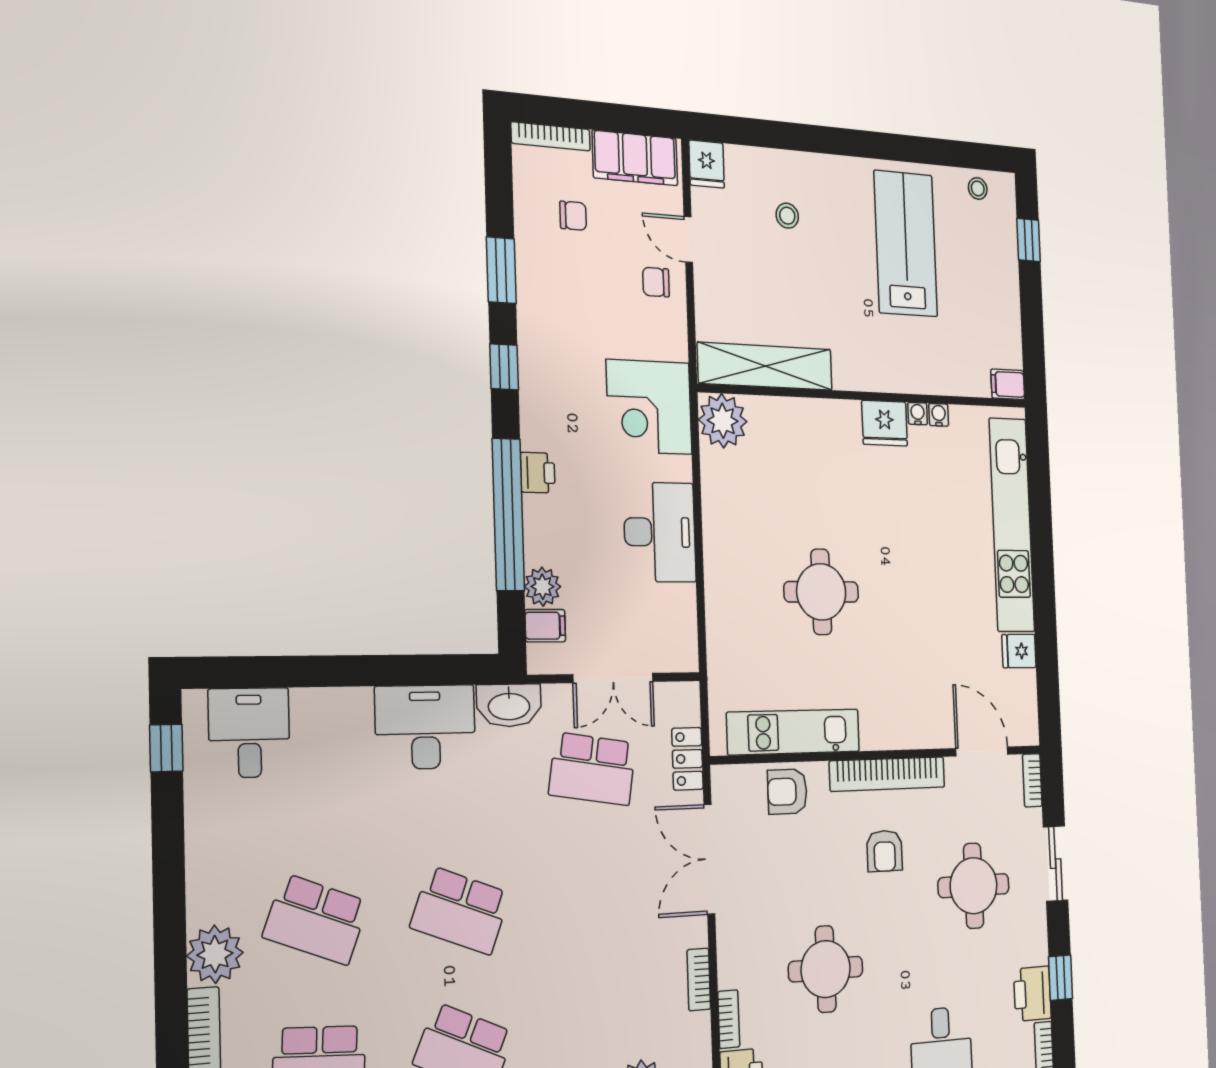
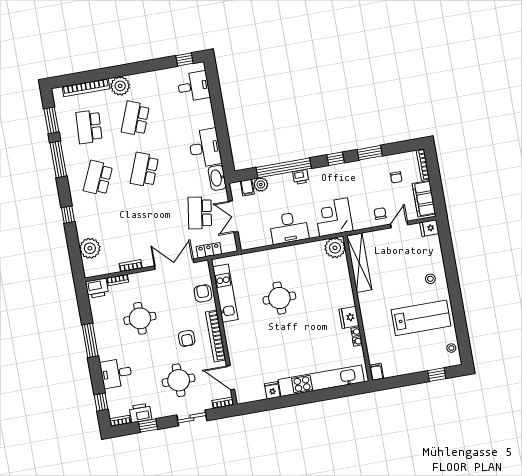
stool: (787, 216) -> (430, 279), moved
door: (982, 751) -> (230, 378), swing flipped
armchair: (885, 851) -> (187, 338), turned -91

